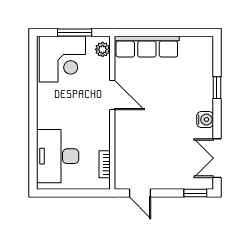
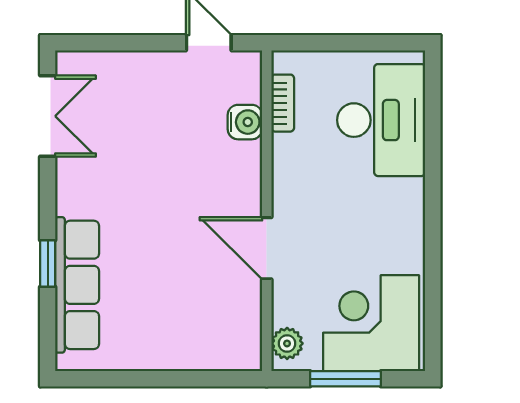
row of seats: (147, 47) -> (77, 285), moved, turned 90
water cooler: (205, 120) -> (245, 122), moved, turned 180
window: (195, 193) -> (93, 43), removed

